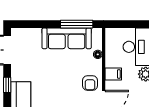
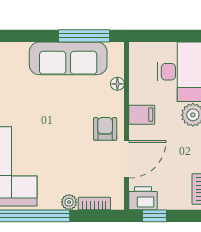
armchair: (90, 83) -> (105, 129), turned 180

